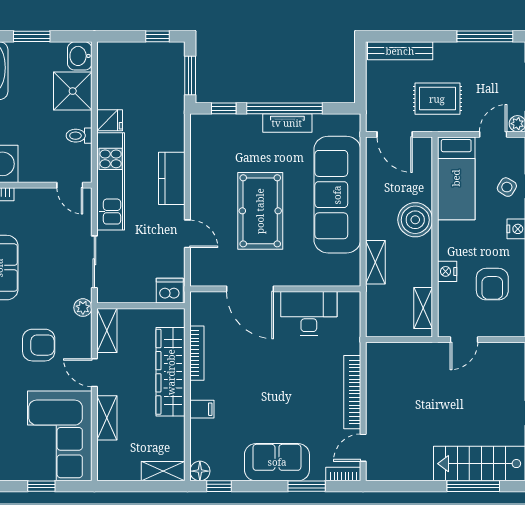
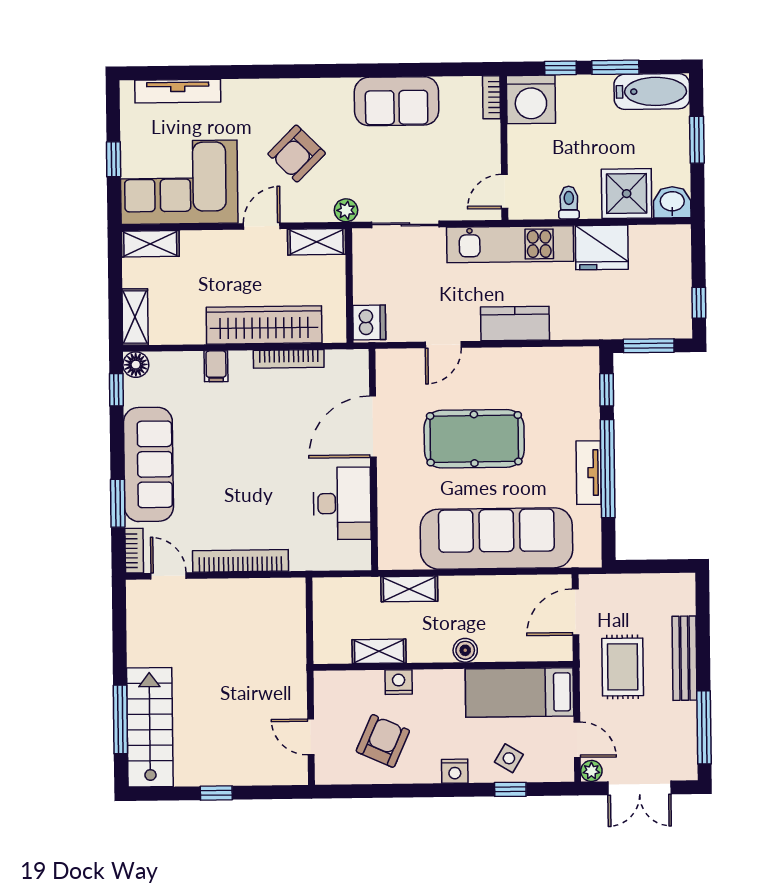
bench: (400, 51) -> (685, 658), moved
fridge: (110, 120) -> (602, 247), width x1.88, depth x1.34
boiler: (415, 220) -> (465, 650), width x0.54, depth x0.54
armchair: (492, 284) -> (383, 741), turned 114
shelving: (423, 308) -> (379, 651), moved
door: (464, 340) -> (311, 737), moved
armchair: (39, 345) -> (297, 154), turned 45
shelving: (107, 418) -> (150, 244), moved
sofa: (277, 462) -> (148, 464), width x1.36

